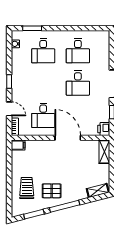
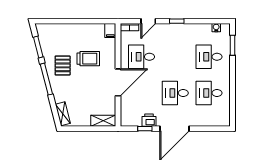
printer: (104, 129) -> (149, 120), moved
trolley: (27, 188) -> (88, 59), moved

